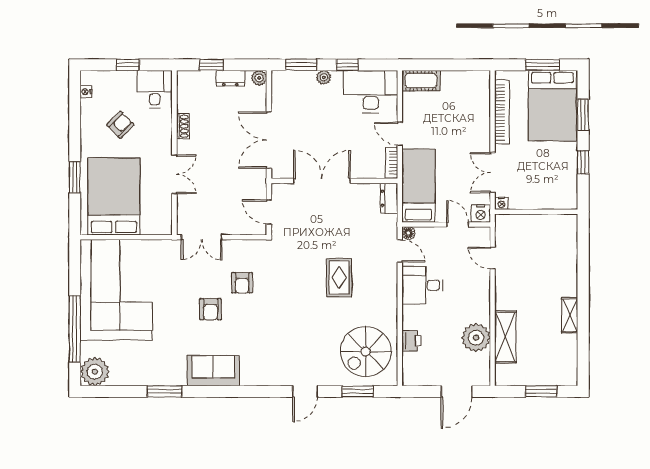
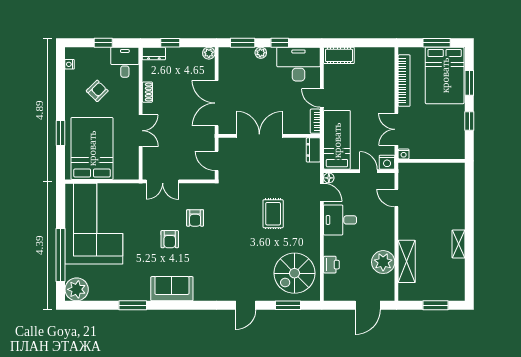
dresser: (230, 78) -> (154, 54), moved

